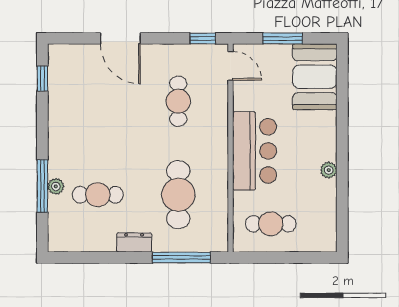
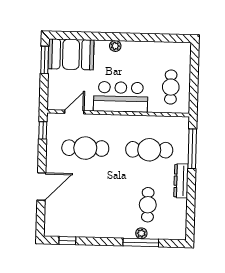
window: (283, 38) -> (45, 60), moved
door: (231, 66) -> (74, 112), moved
cafe table: (178, 101) -> (85, 148), width x1.37, depth x1.35
plant: (329, 170) -> (115, 46), moved
dresser: (134, 242) -> (181, 181), width x1.44

